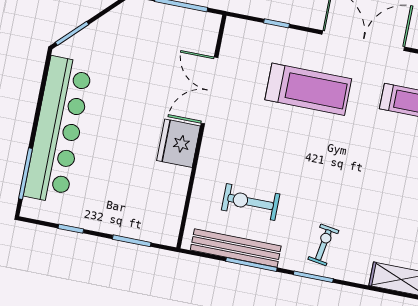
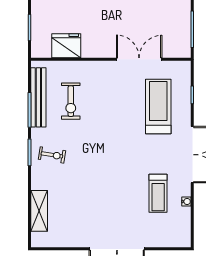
treadmill: (308, 89) -> (158, 107), moved, turned 180
fridge: (178, 143) -> (66, 46), moved
exercise bike: (251, 202) -> (71, 101), turned 180

